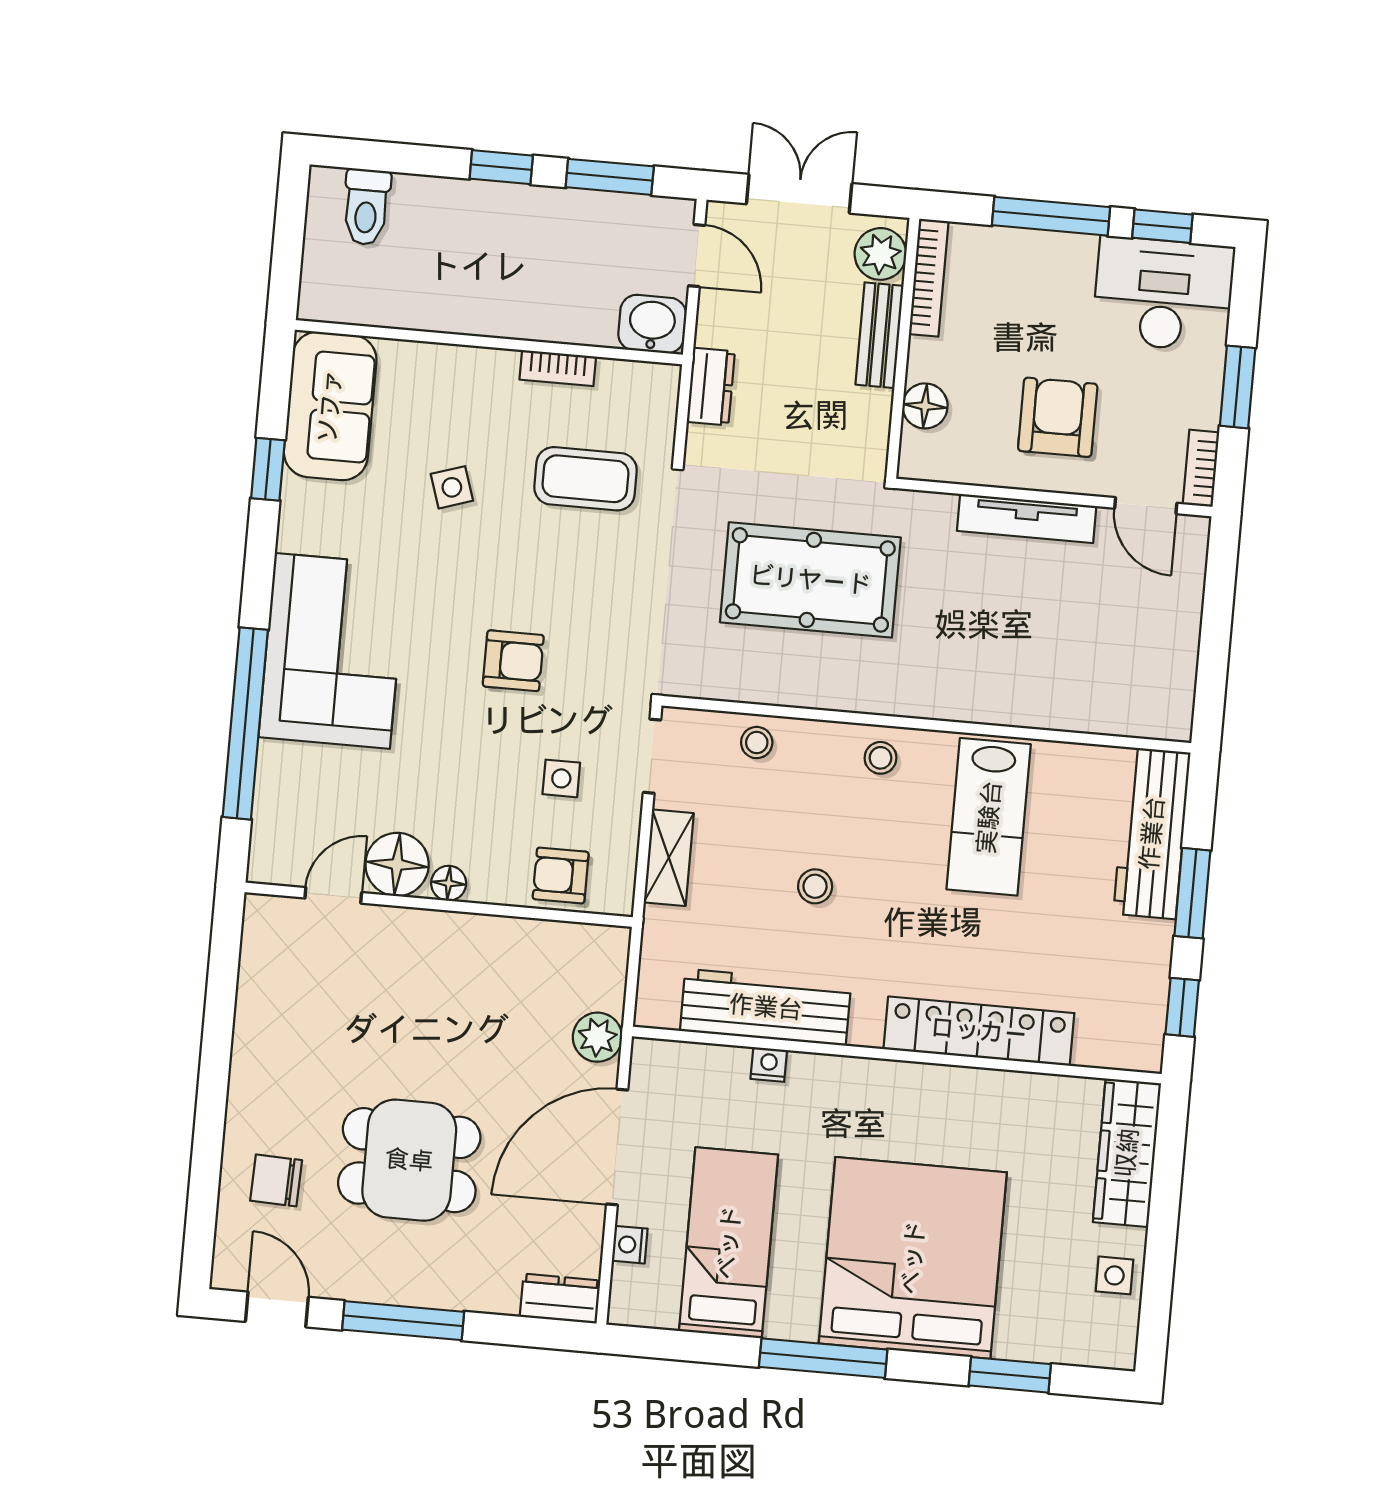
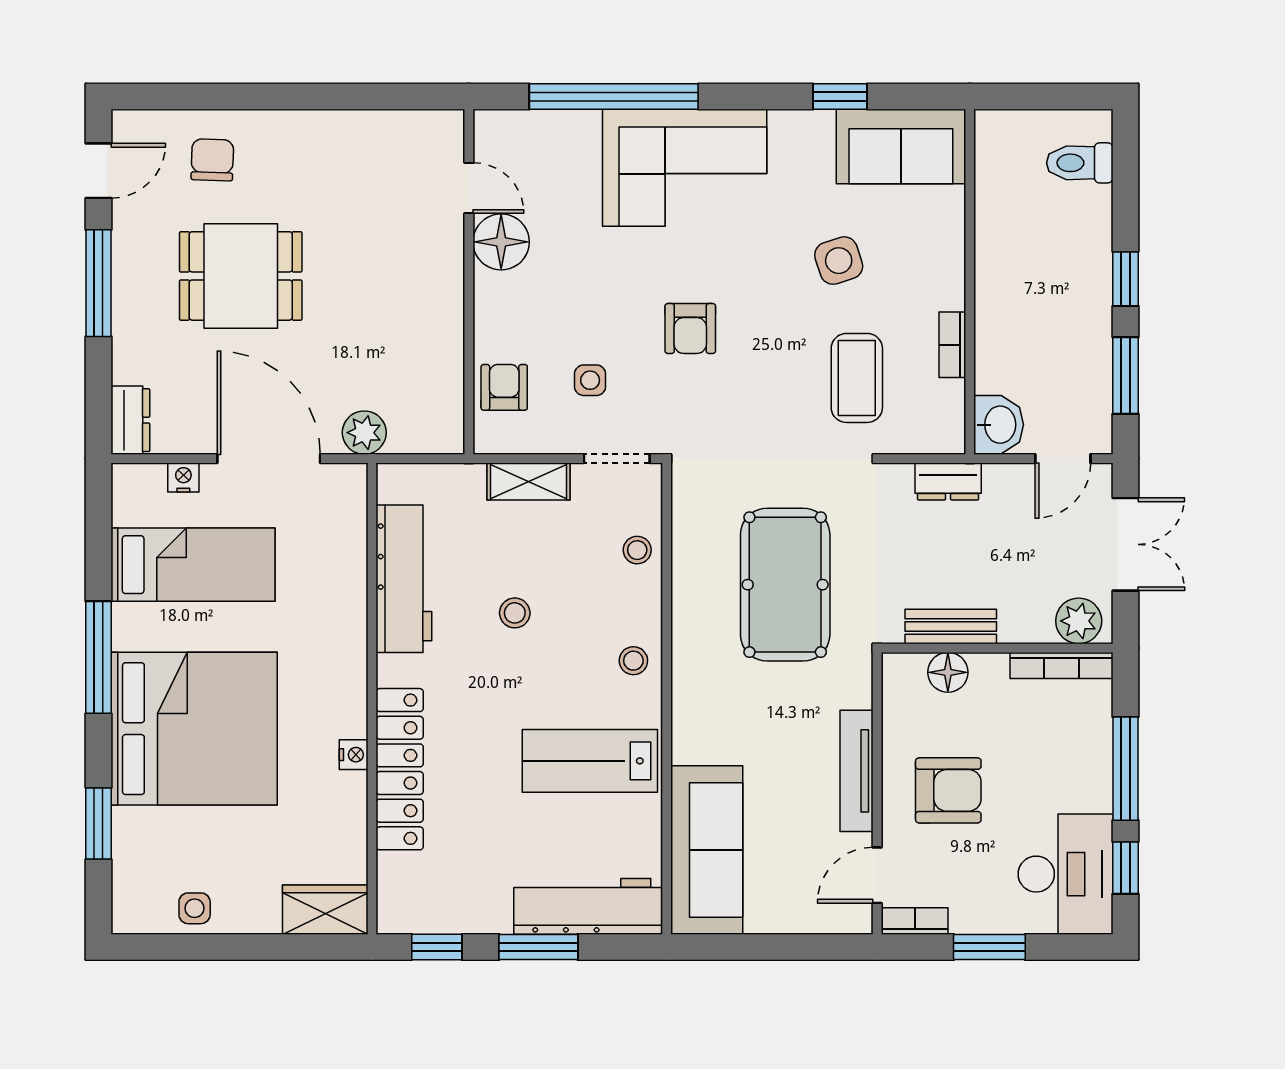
bench: (879, 335) -> (951, 626), moved
side table: (452, 487) -> (839, 261), width x1.37, depth x1.37
sofa: (1100, 695) -> (707, 850), added
floor lamp: (449, 883) -> (489, 289), removed
nightstand: (769, 1065) -> (354, 755), moved
wardrobe: (1127, 1153) -> (325, 910), width x0.67
dining table: (409, 1160) -> (241, 276), turned 90

